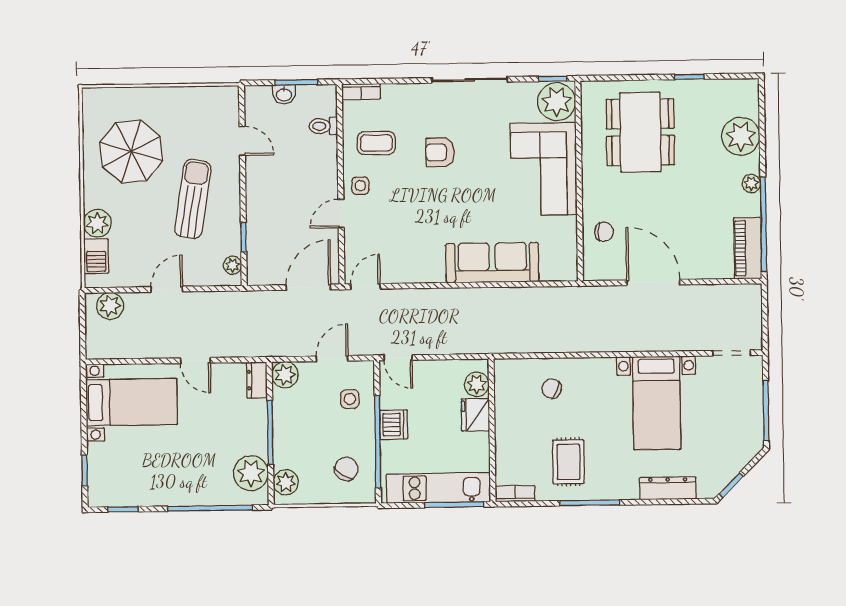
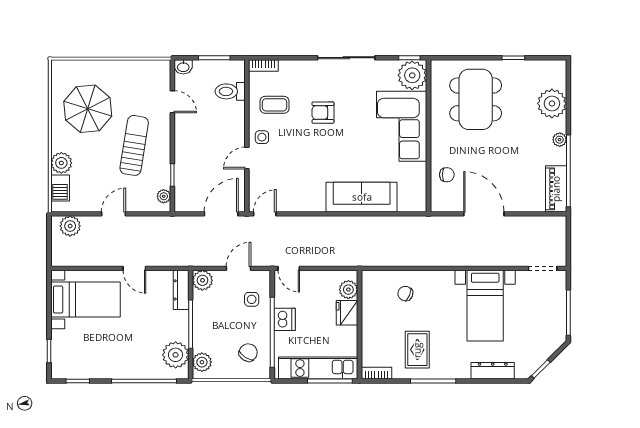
washbasin: (284, 94) -> (183, 67), moved
toilet: (323, 126) -> (230, 91), width x1.37, depth x1.39
dresser: (257, 380) -> (181, 290), width x1.44

